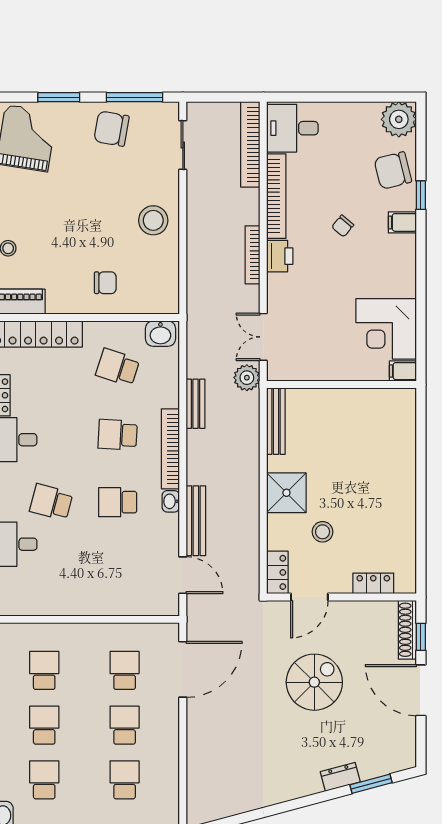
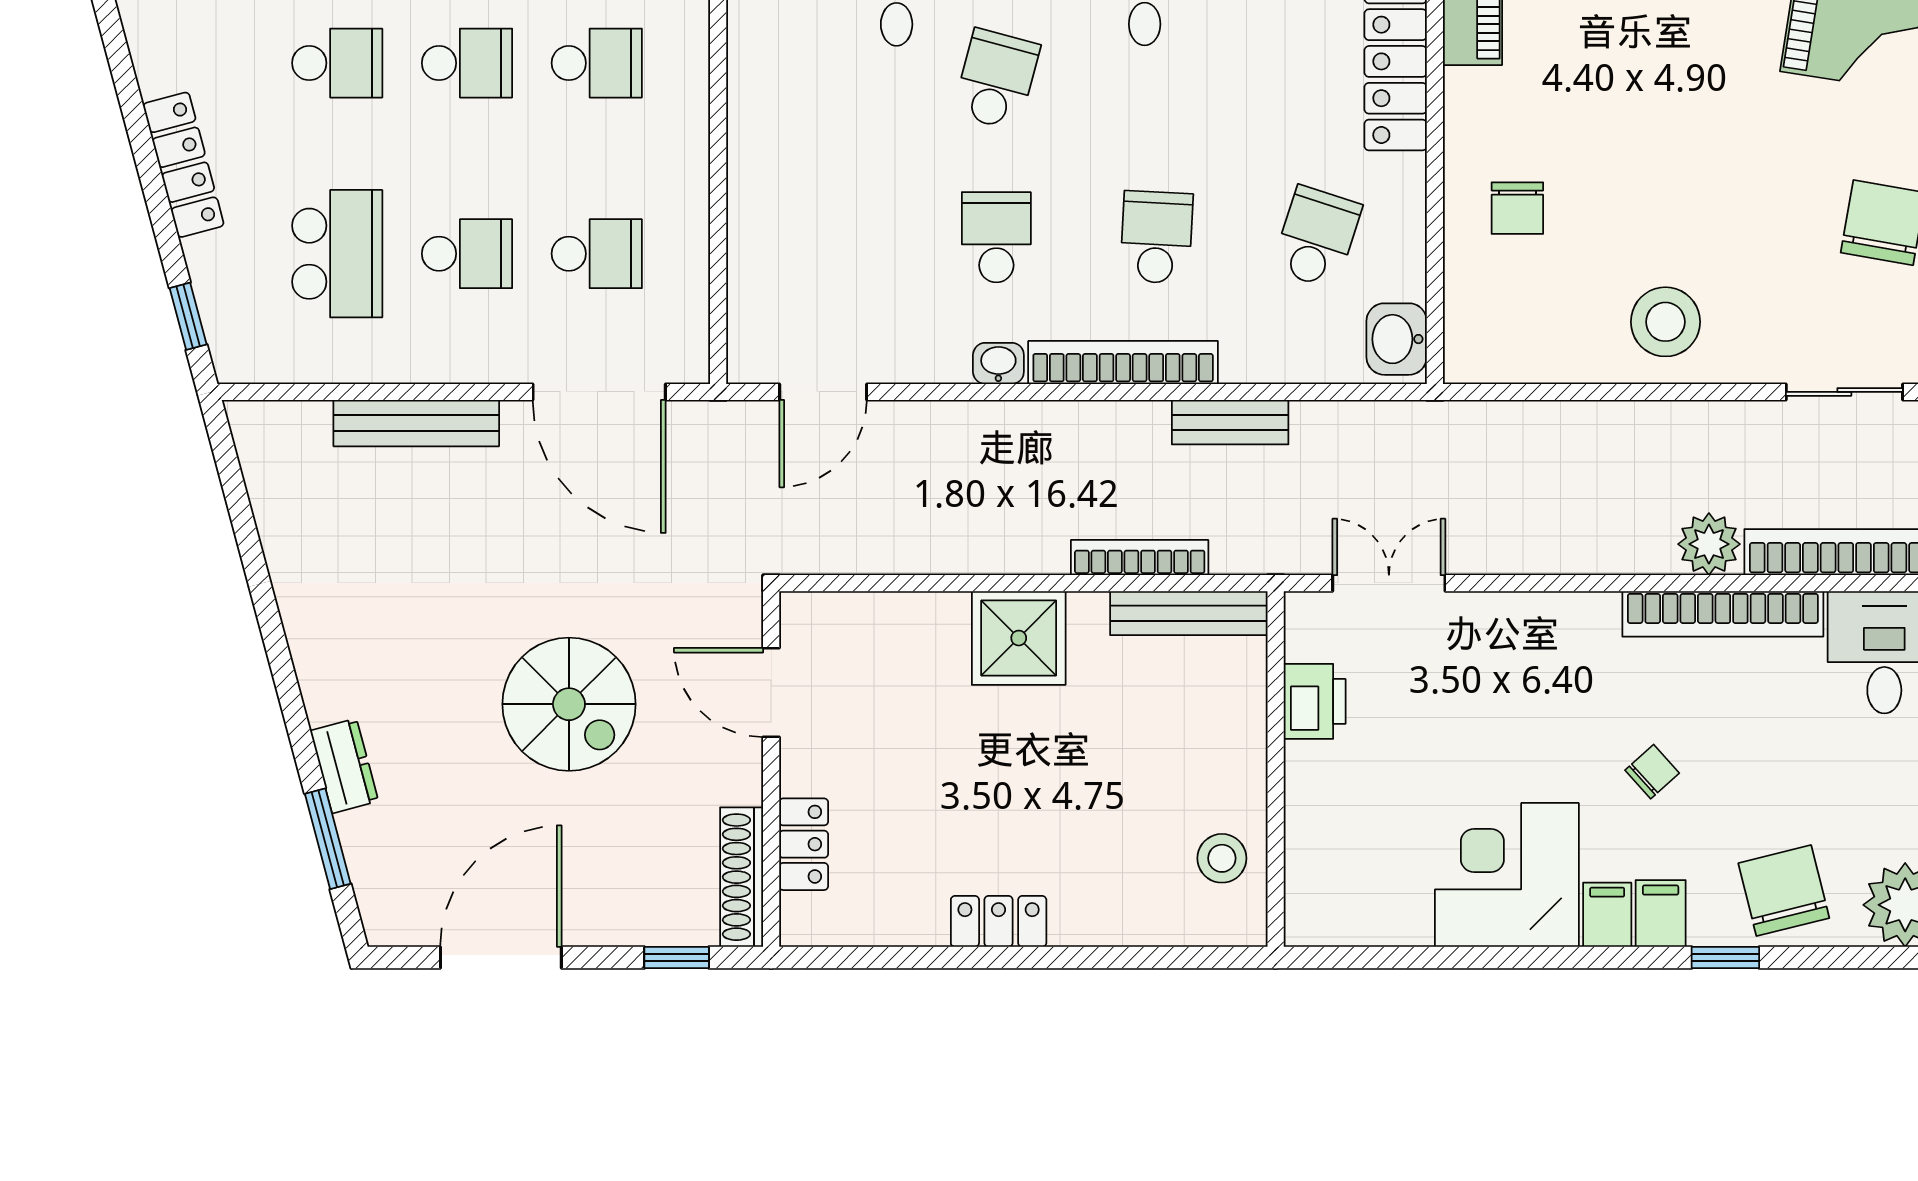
chair: (343, 226) -> (1652, 772), turned 98
bookcase: (253, 255) -> (1140, 558), moved
printer: (280, 256) -> (1315, 701), moved, turned -90
corner desk: (386, 329) -> (1507, 875), moved
filing cabinet: (403, 371) -> (1607, 915), moved
plant: (247, 378) -> (1709, 544), moved
bench: (196, 521) -> (416, 423), moved
stool: (323, 532) -> (1222, 858), moved
locker: (277, 572) -> (999, 921), moved, turned 180
shoe rack: (407, 630) -> (742, 877), moved, turned -90
door: (421, 690) -> (501, 957), moved
school desk: (125, 780) -> (337, 254), width x1.85

